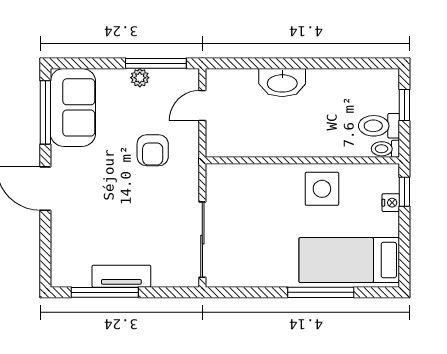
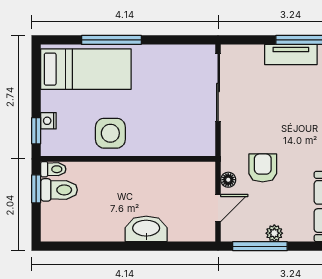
window: (404, 105) -> (36, 189), moved
floor lamp: (191, 137) -> (228, 180), added

